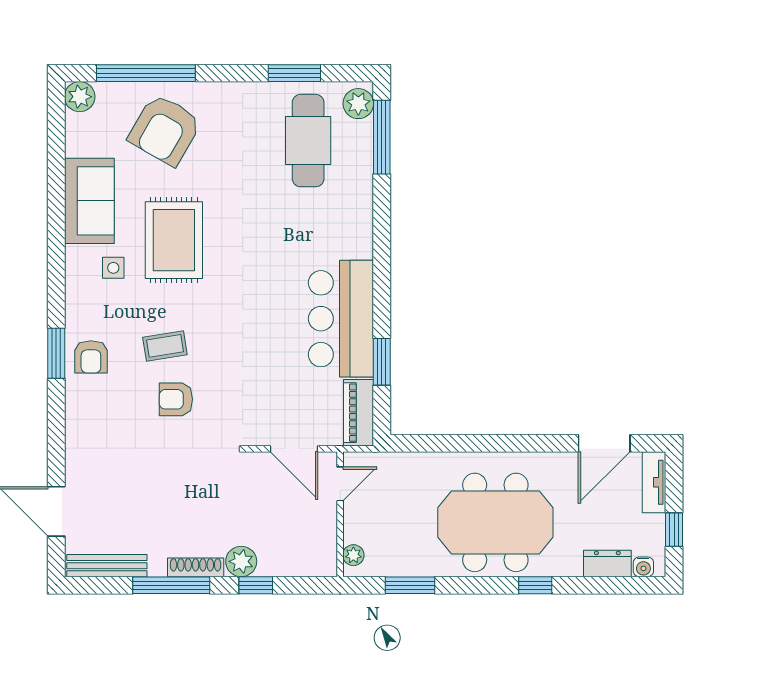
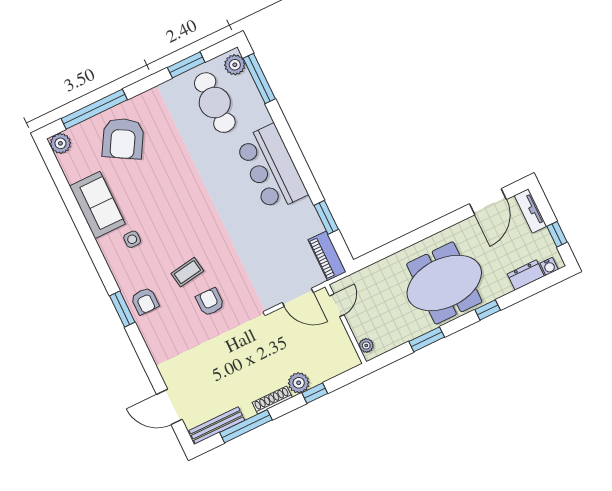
rug: (174, 240) -> (161, 204), removed
bar counter: (341, 319) -> (271, 168), moved
armchair: (176, 399) -> (210, 302), turned 90
window: (171, 585) -> (246, 426), moved
window: (410, 585) -> (427, 339), moved

